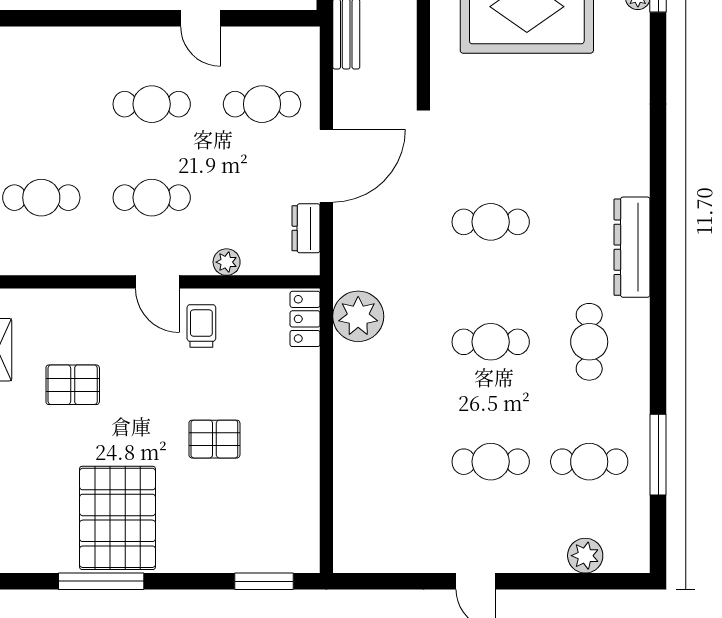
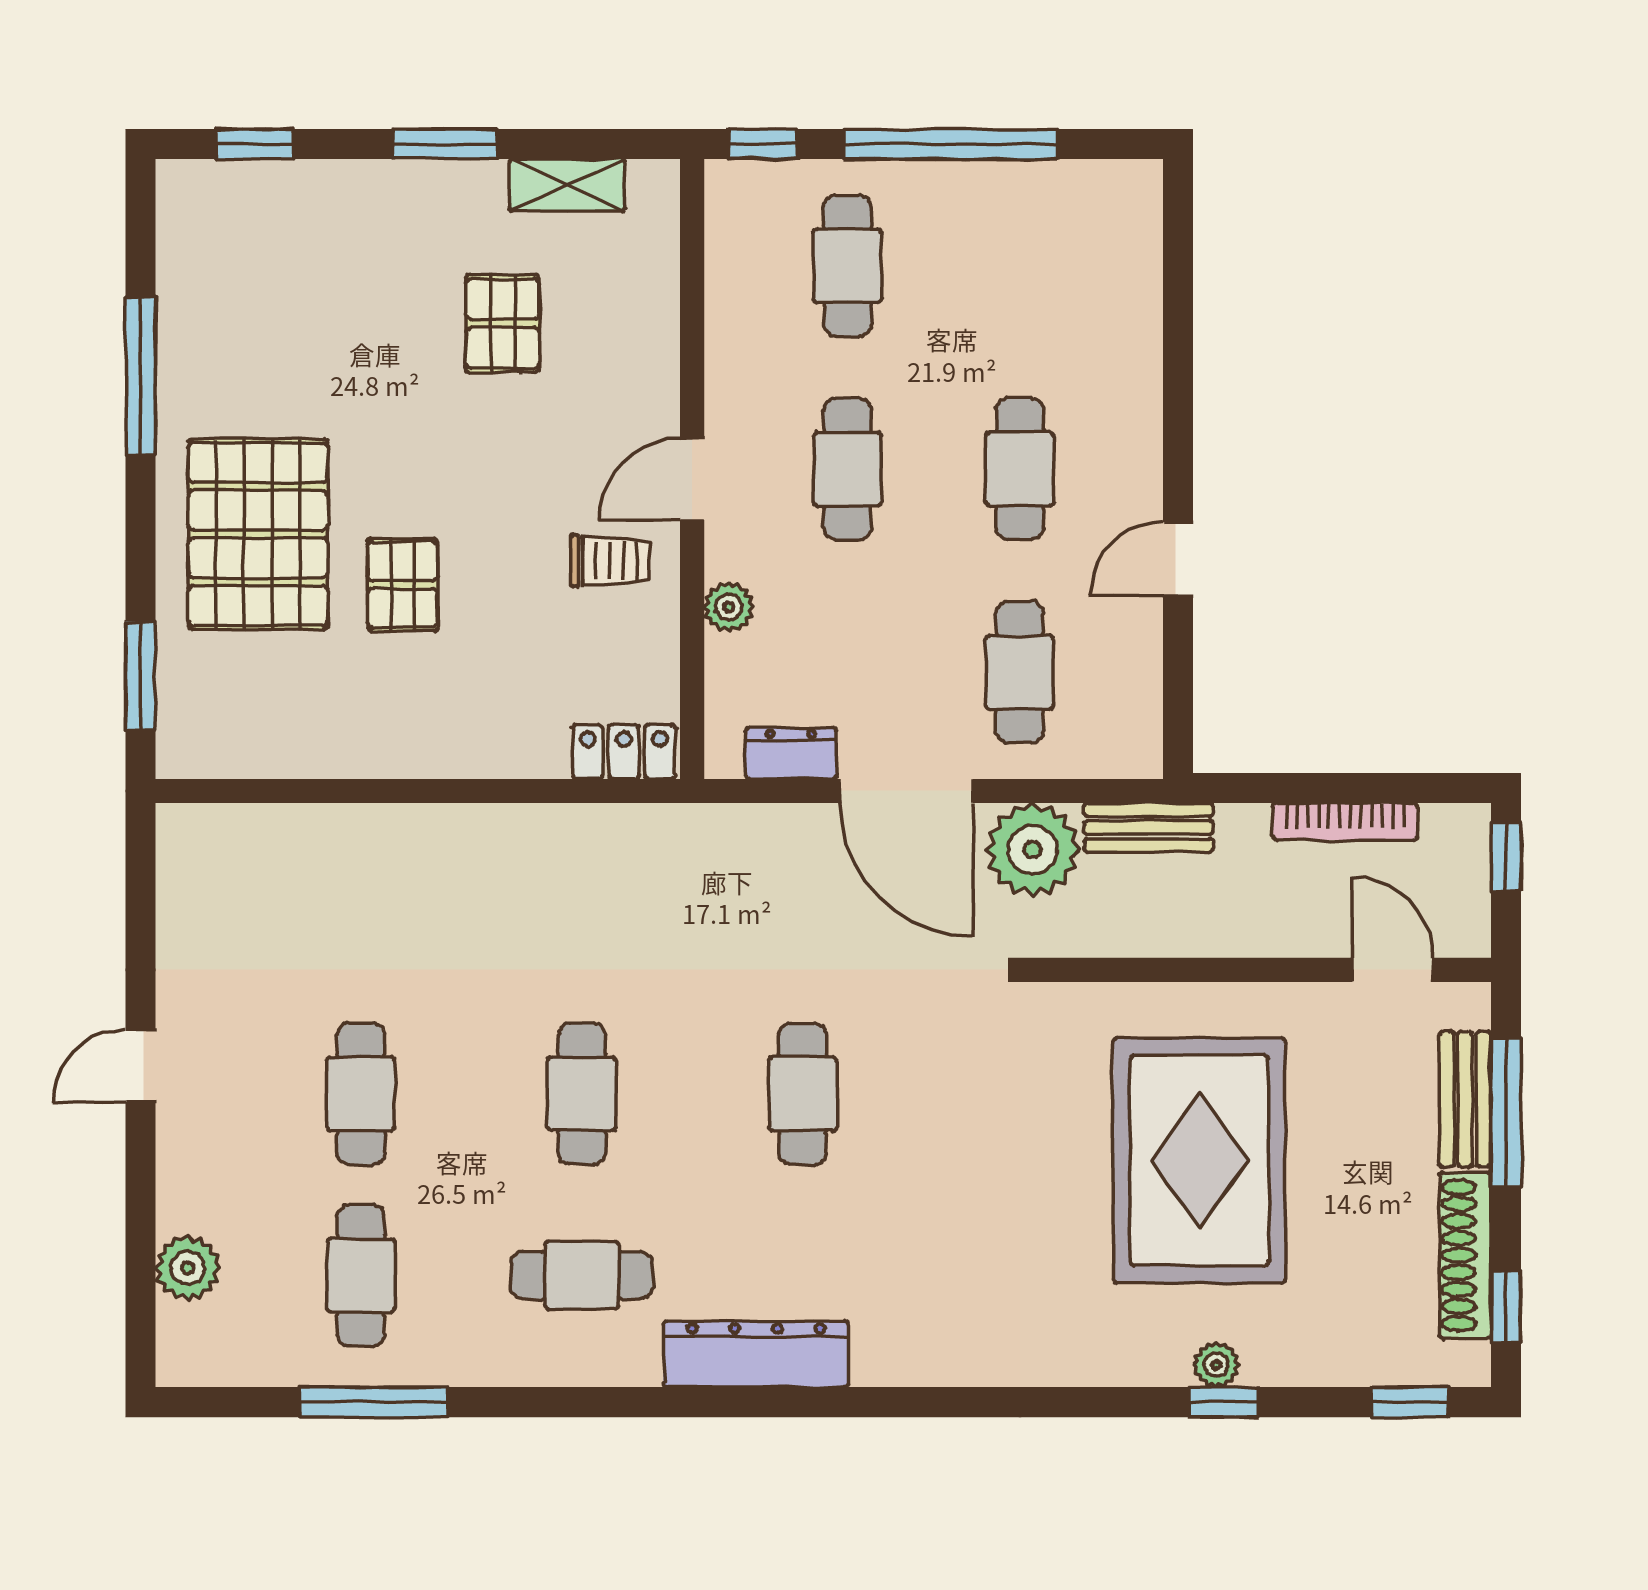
plant: (358, 316) -> (1033, 850), moved
pallet: (117, 518) -> (258, 534), moved, turned 90

